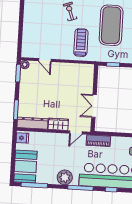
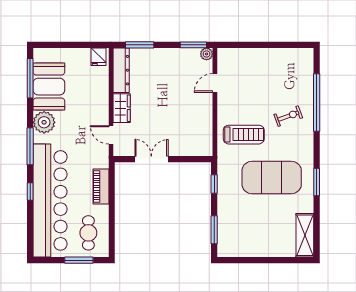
piano: (98, 141) -> (101, 187), moved
booth: (25, 167) -> (49, 87), moved, turned 90

